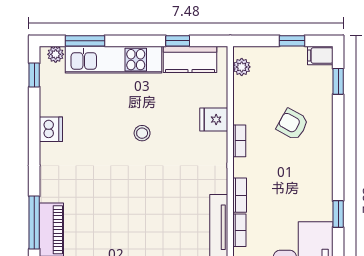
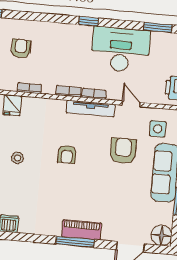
armchair: (292, 124) -> (21, 49), turned 153
armchair: (153, 200) -> (67, 154), added

